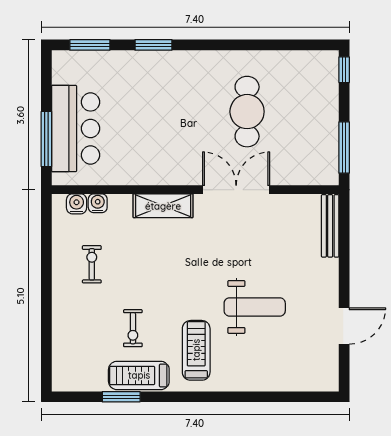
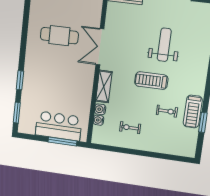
water cooler: (77, 204) -> (100, 109), moved
treadmill: (196, 350) -> (151, 81), moved

